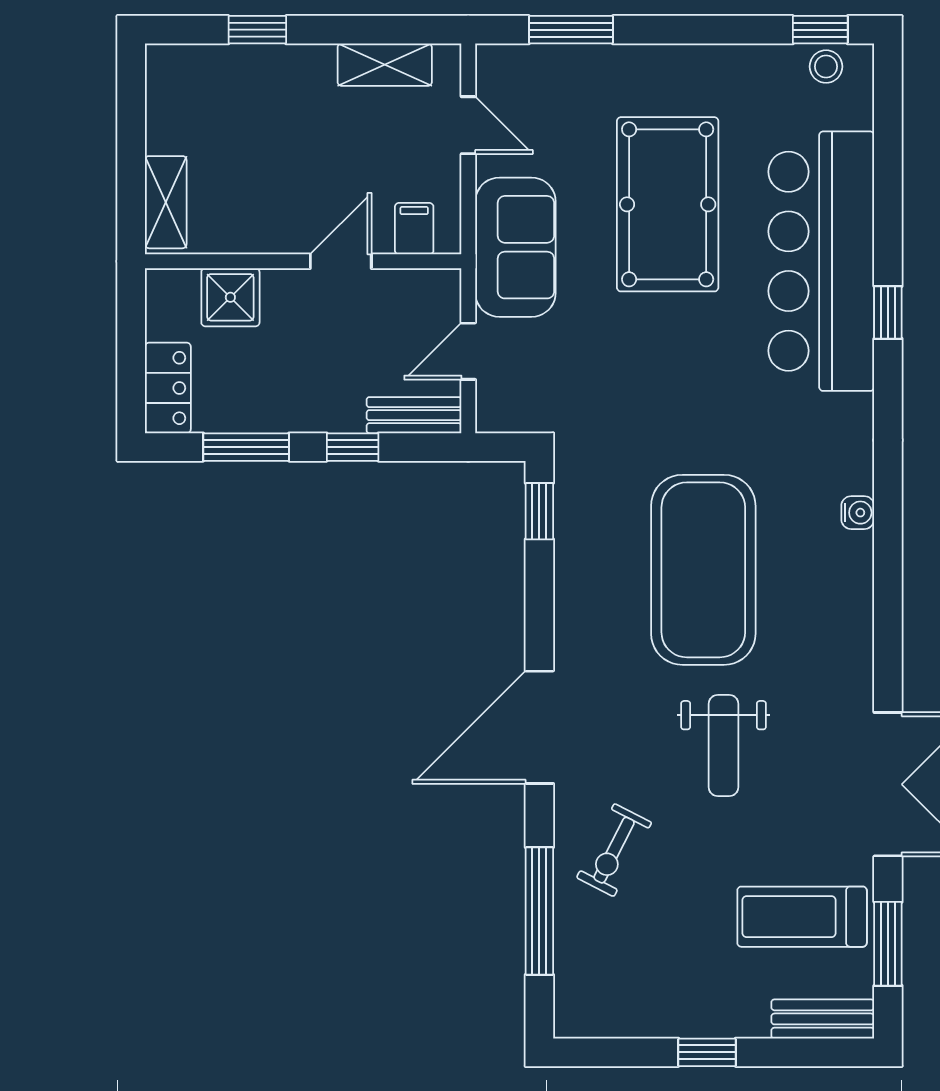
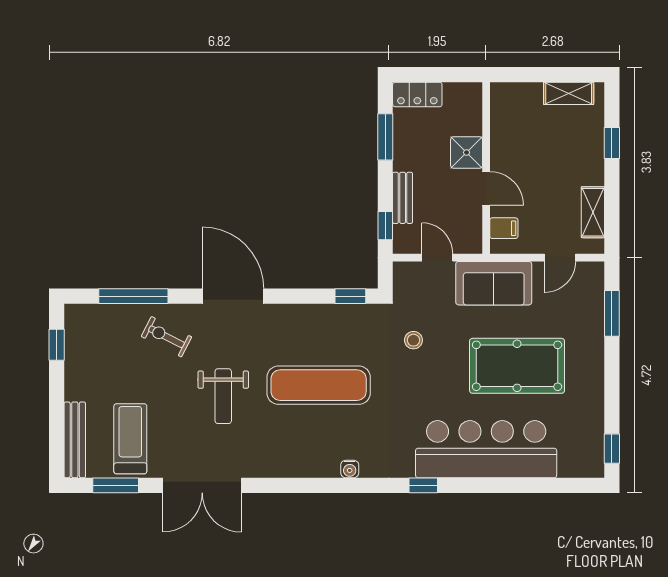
stool: (826, 67) -> (413, 340), moved
shelving: (166, 202) -> (569, 93), moved
shower: (230, 297) -> (467, 152), moved
window: (888, 312) -> (423, 485), moved
bench: (414, 415) -> (403, 198), moved
window: (353, 447) -> (385, 226), moved
exercise mat: (703, 570) -> (319, 385), width x0.68
weight bench: (723, 745) -> (223, 396), turned -90
bench: (823, 1019) -> (75, 440), width x1.36
window: (707, 1052) -> (57, 345), moved

